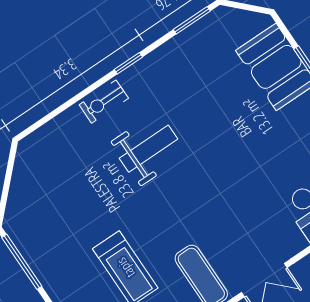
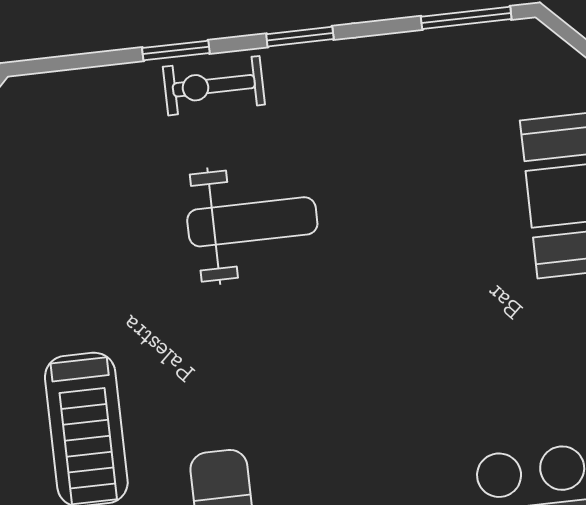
window: (81, 95) -> (176, 51), added

